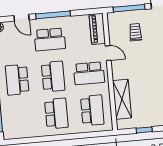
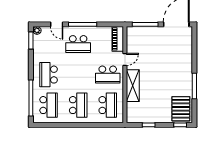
trolley: (135, 32) -> (149, 44), removed
door: (108, 53) -> (125, 59), hinge flipped
school desk: (53, 76) -> (49, 105), moved
shelving: (122, 99) -> (133, 86), moved

